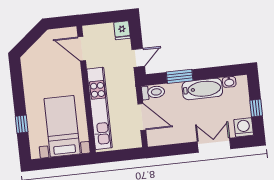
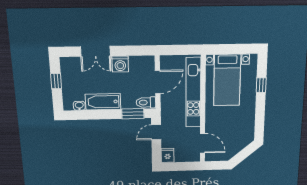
window: (180, 76) -> (133, 114), moved
door: (142, 117) -> (158, 82), swing flipped
washing machine: (244, 127) -> (120, 64), moved

